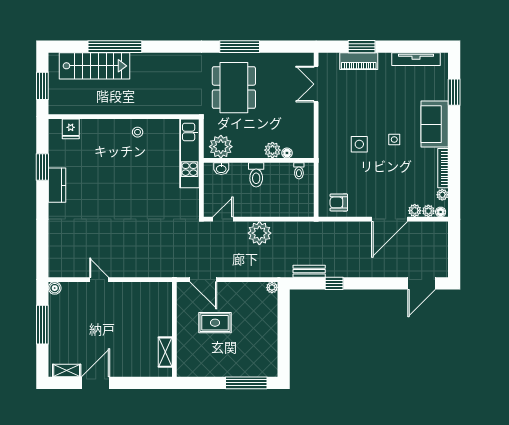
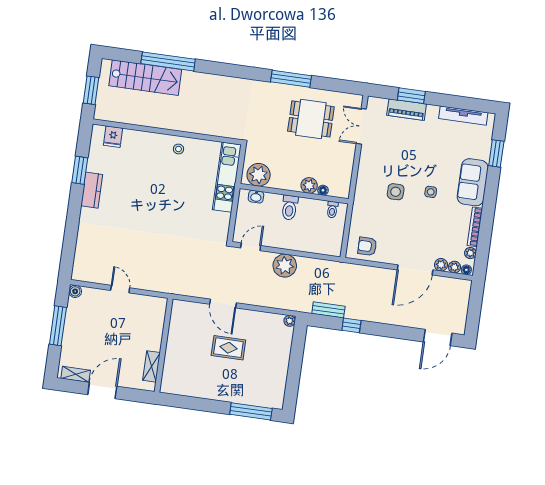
dining table: (234, 88) -> (311, 119), moved, width x0.73
wall: (174, 329) -> (164, 345), moved
shelving: (165, 352) -> (152, 366), moved

